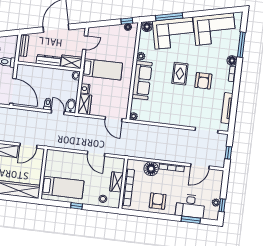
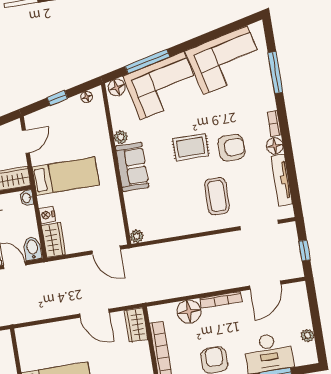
window: (127, 21) -> (57, 98), moved
floor lamp: (232, 61) -> (275, 146), moved
rug: (180, 74) -> (191, 147), turned 90
sofa: (142, 80) -> (132, 167), width x0.73
armchair: (203, 81) -> (231, 148), turned -90
coffee table: (187, 106) -> (217, 196), added
wardrobe: (116, 182) -> (136, 325), moved
window: (222, 205) -> (319, 337), removed

